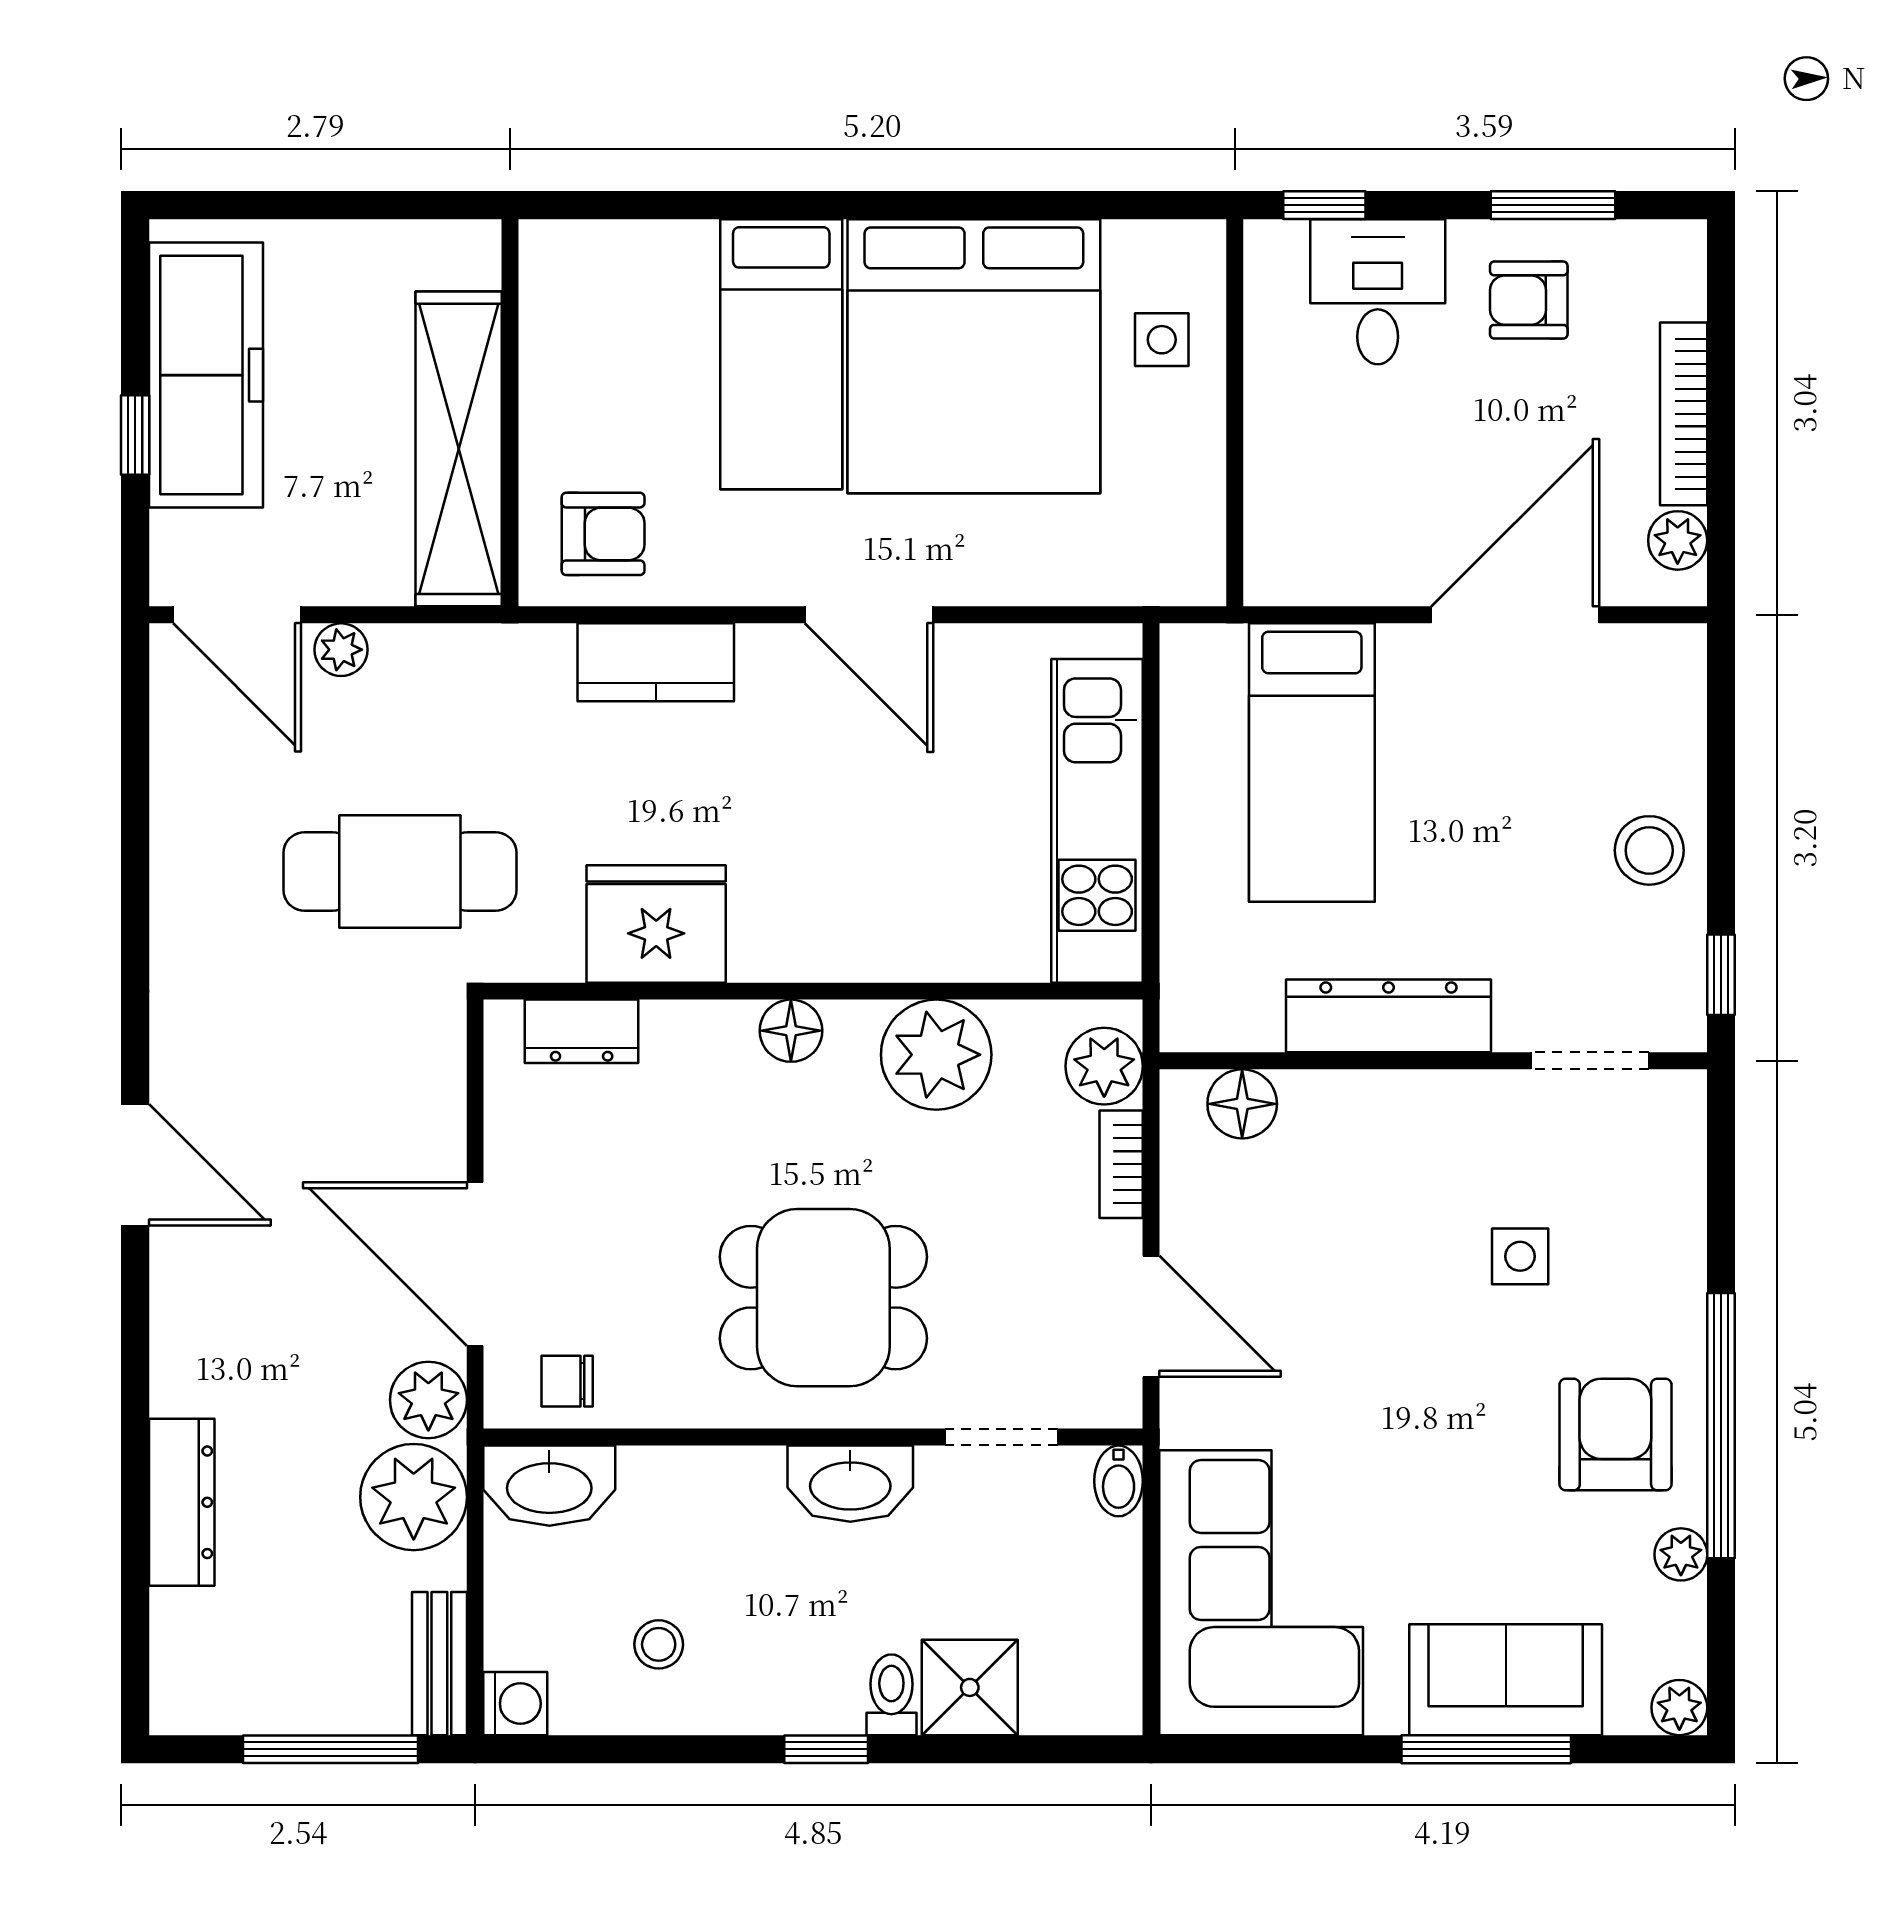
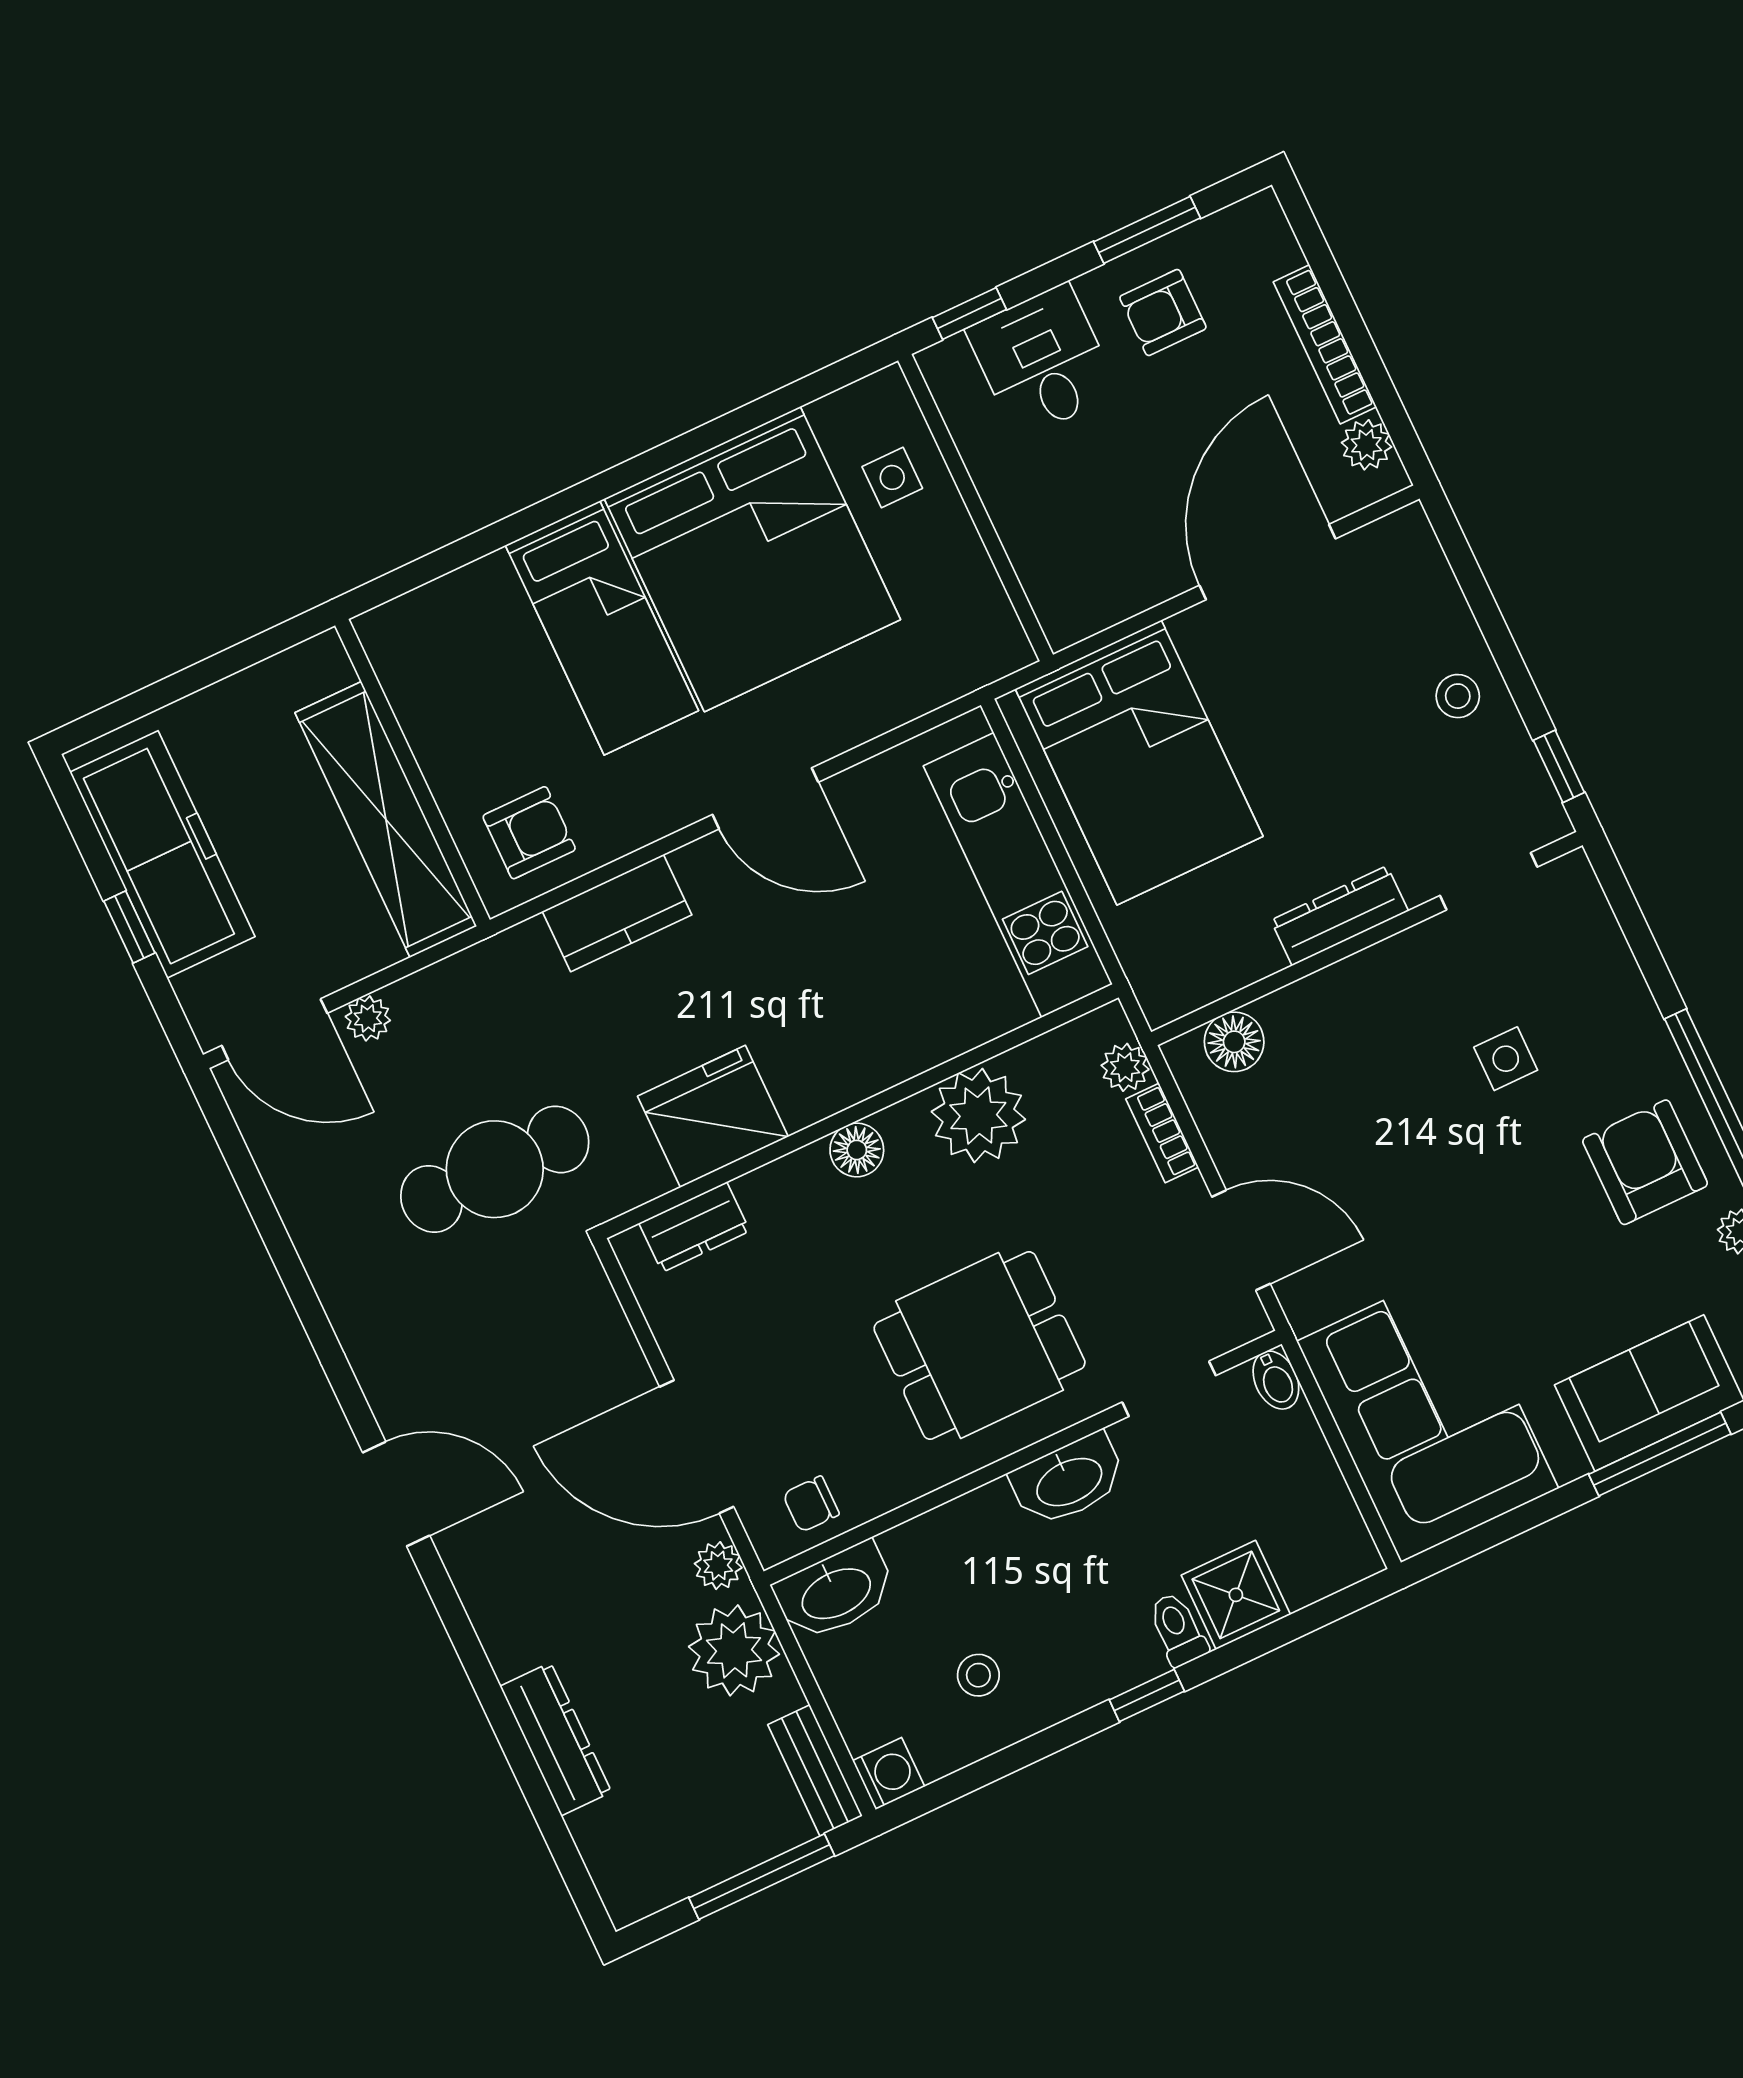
bed: (1312, 763) -> (1139, 763), width x1.50
stool: (1649, 850) -> (1458, 696), width x0.73, depth x0.73
dresser: (1389, 1016) -> (1340, 916), width x0.73, depth x0.80
plant: (1104, 1066) -> (1125, 1067), width x0.73, depth x0.73
plant: (428, 1400) -> (718, 1566), width x0.73, depth x0.73

